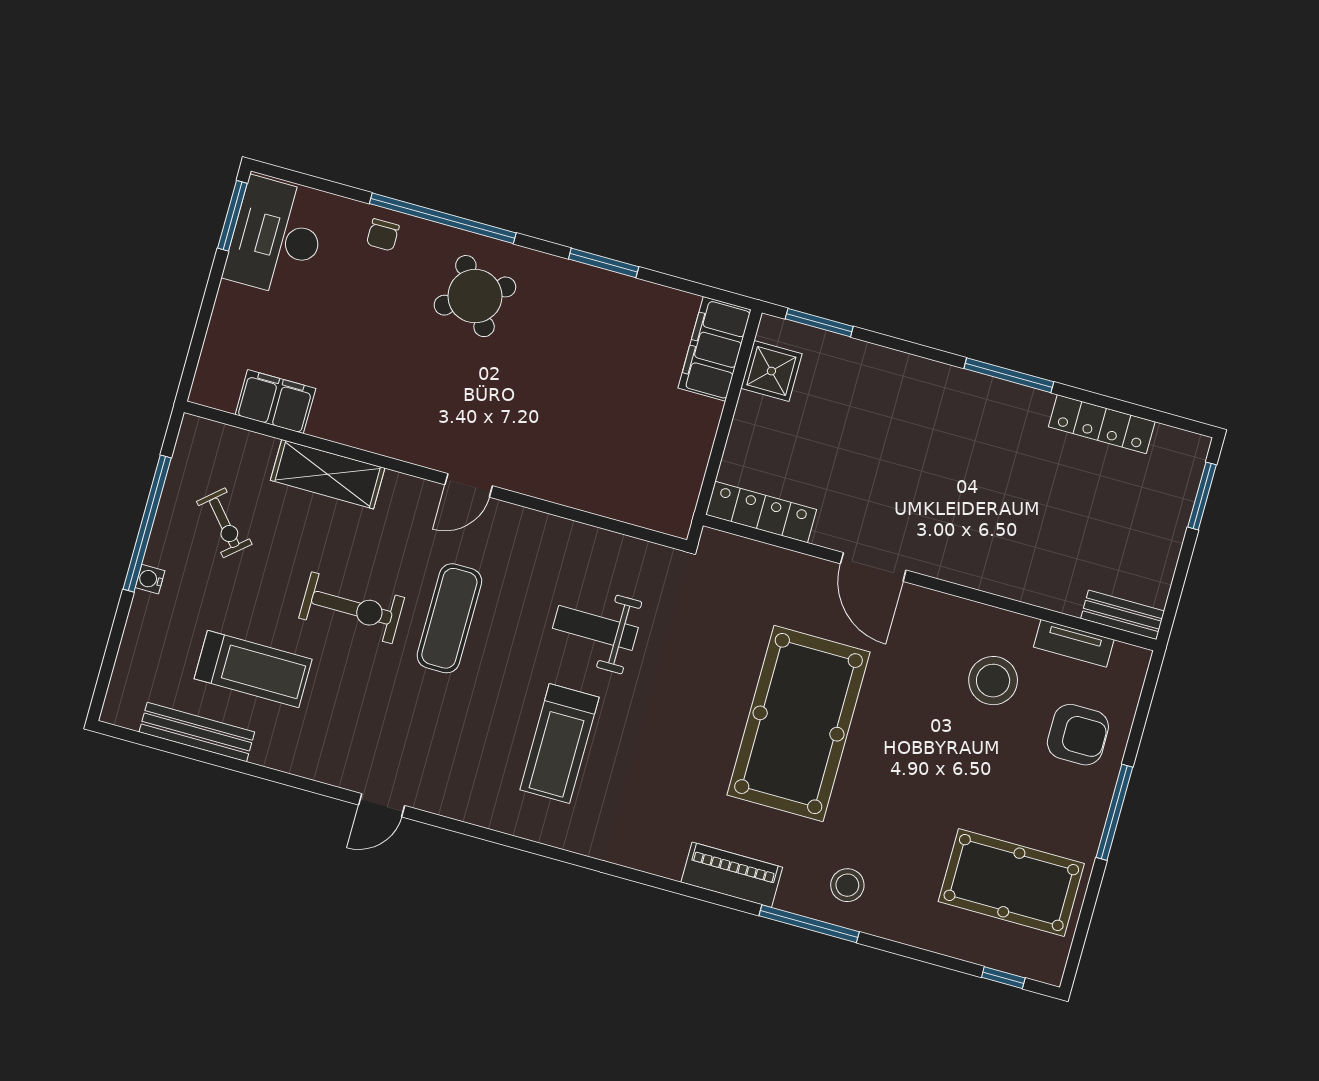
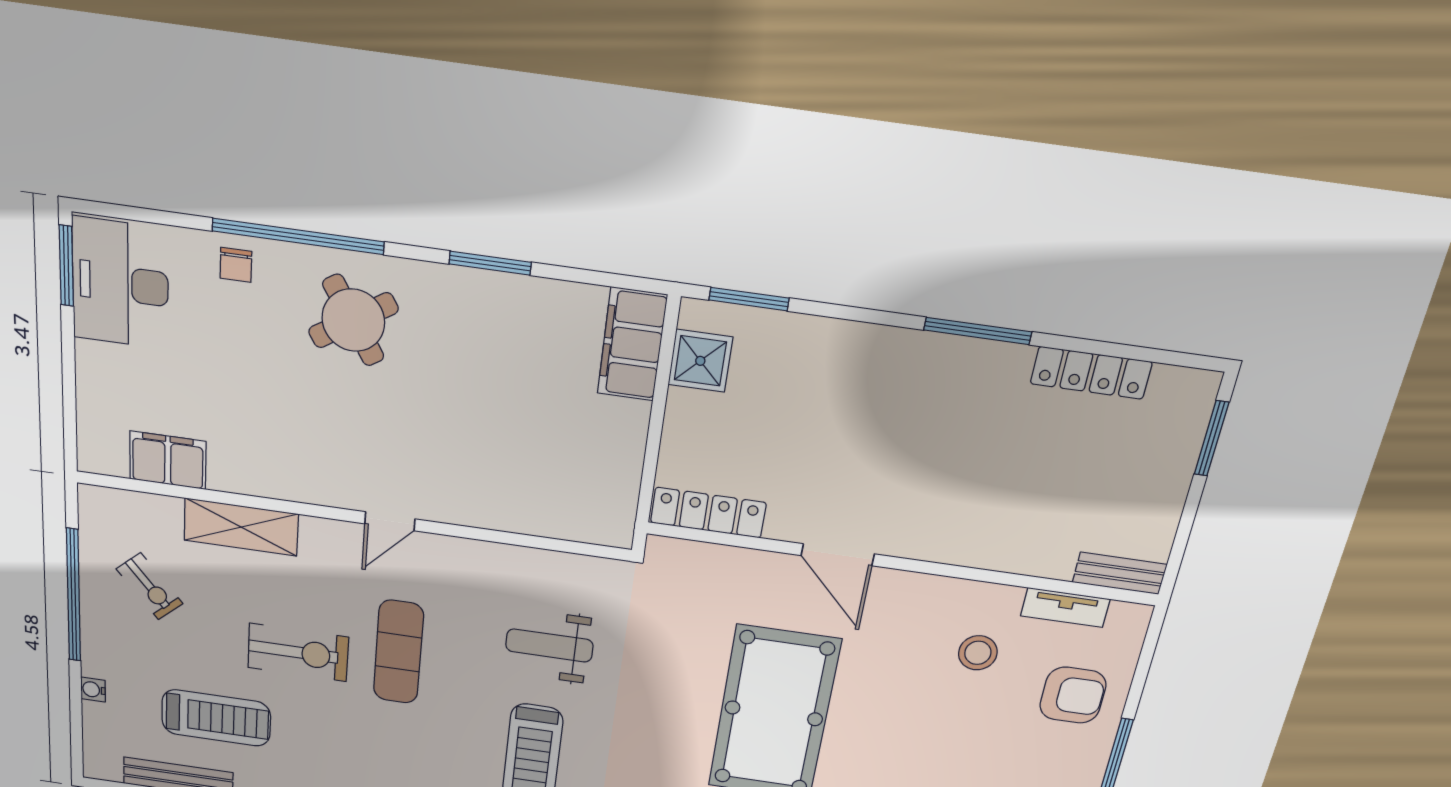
water cooler: (150, 579) -> (93, 690), moved
stool: (993, 681) -> (978, 653), width x0.73, depth x0.73

